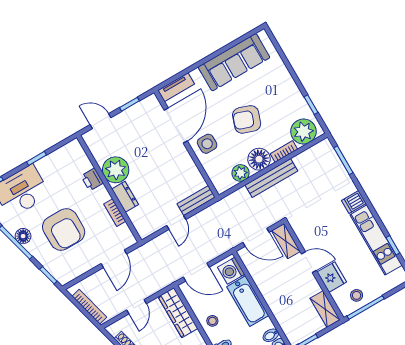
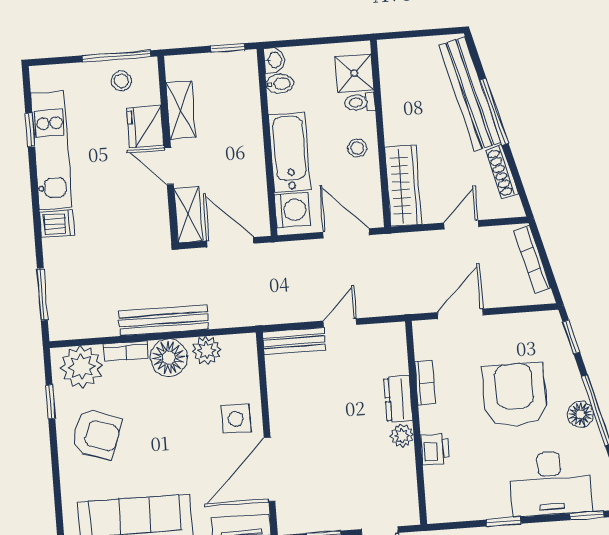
armchair: (247, 119) -> (96, 434), moved
plant: (116, 170) -> (402, 436), width x0.53, depth x0.53
shelving: (325, 309) -> (181, 110), moved

